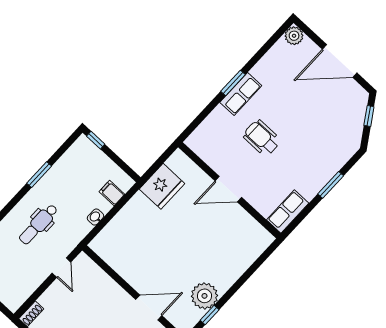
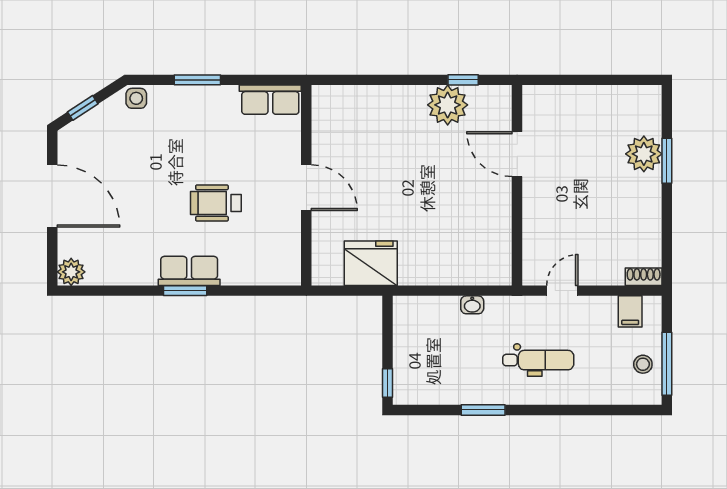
wheelchair: (262, 138) -> (216, 203), turned 90
side table: (349, 147) -> (136, 98), added
filing cabinet: (112, 193) -> (630, 311), moved

